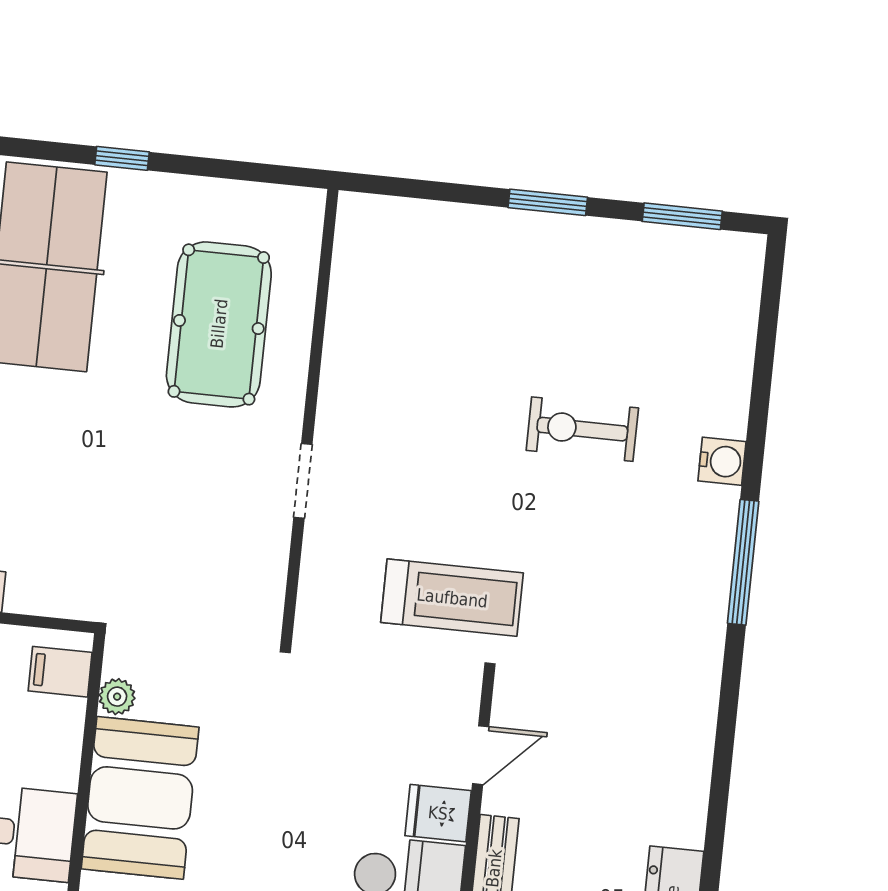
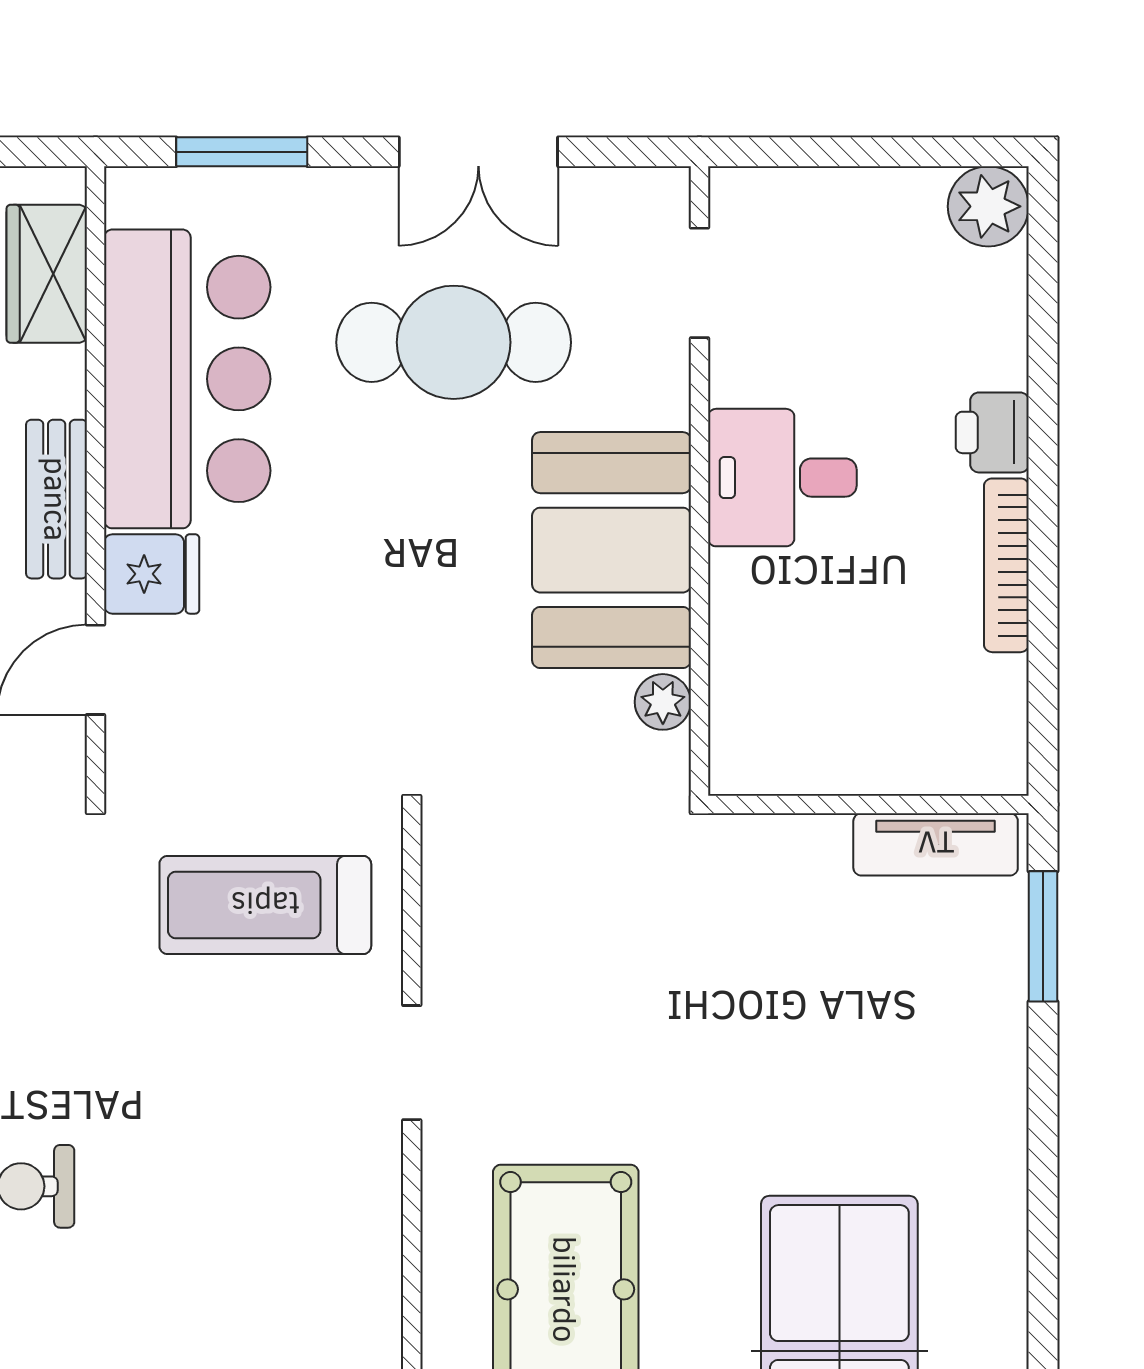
treadmill: (452, 598) -> (265, 905), moved
filing cabinet: (60, 672) -> (754, 731), removed

